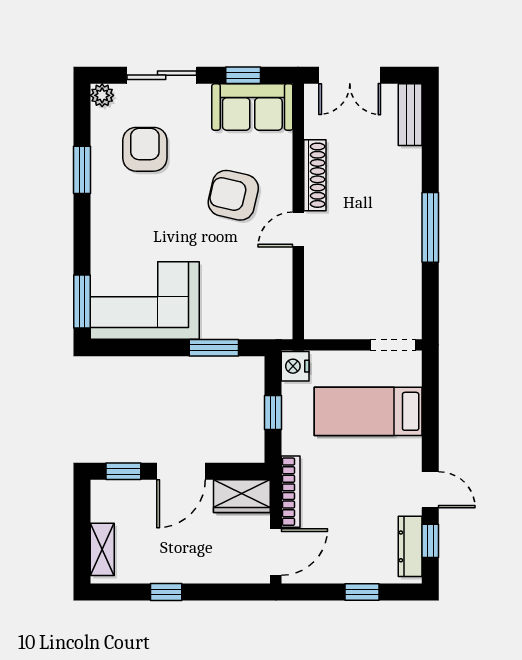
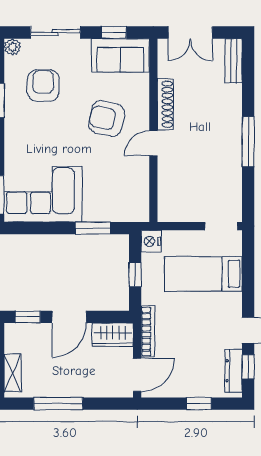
window: (166, 592) -> (58, 404), width x2.17

